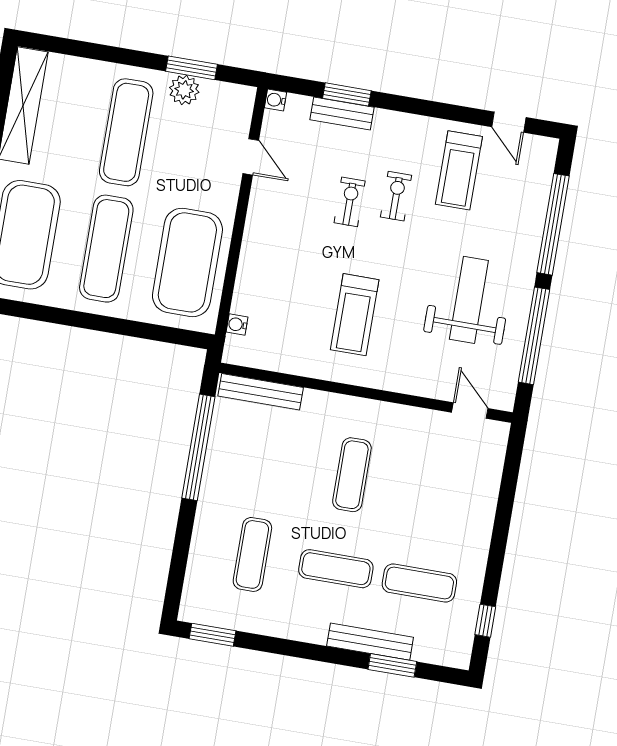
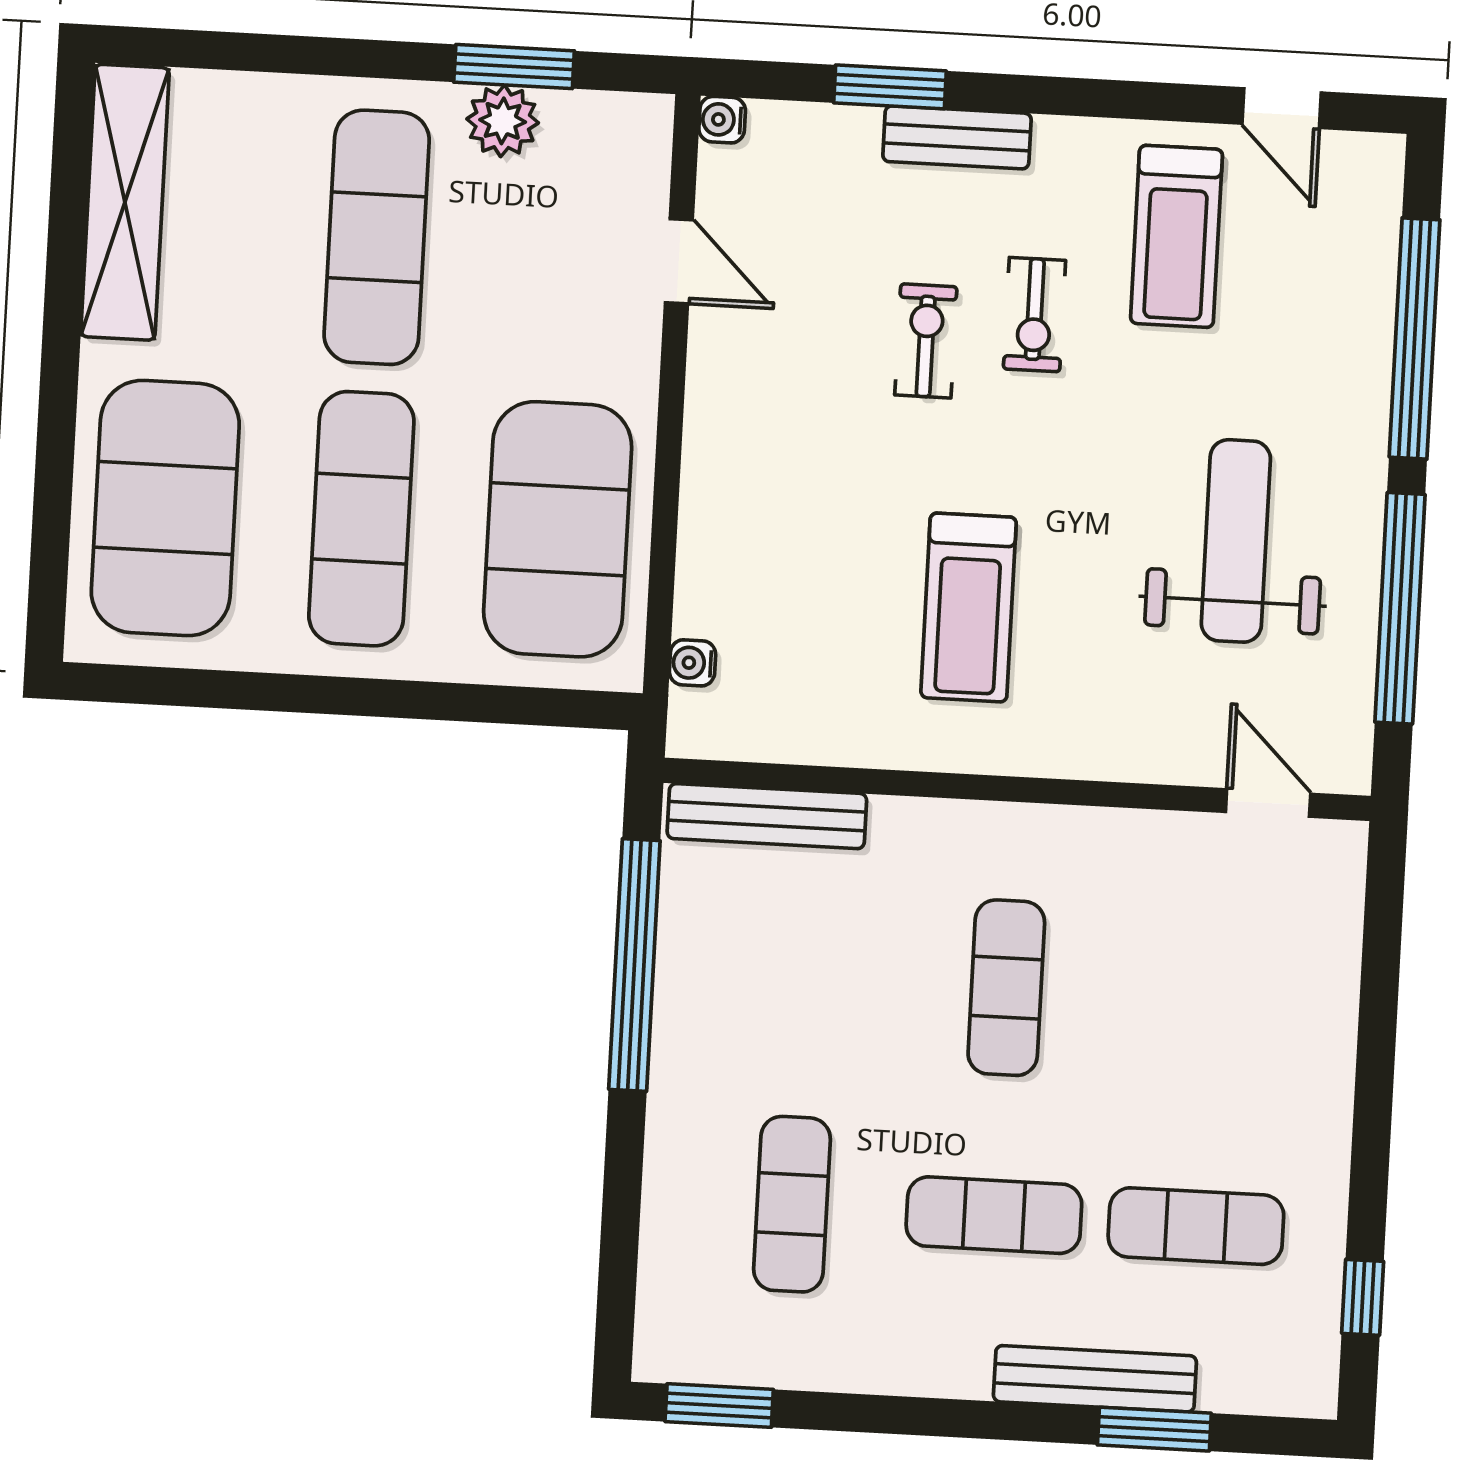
bench: (342, 113) -> (957, 137), moved
exercise bike: (396, 196) -> (1034, 315), turned 180

